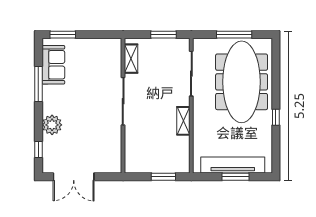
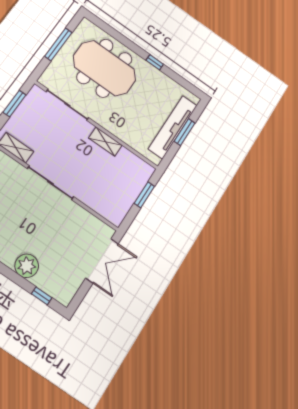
meeting table: (242, 82) -> (104, 68), width x0.73
double door: (74, 177) -> (102, 261), moved

